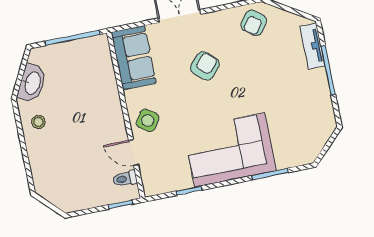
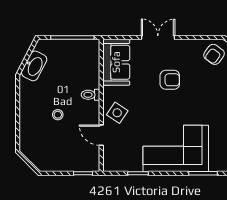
armchair: (205, 66) -> (170, 80), turned 48
stool: (38, 122) -> (58, 115), moved
toilet: (125, 179) -> (91, 95), moved

